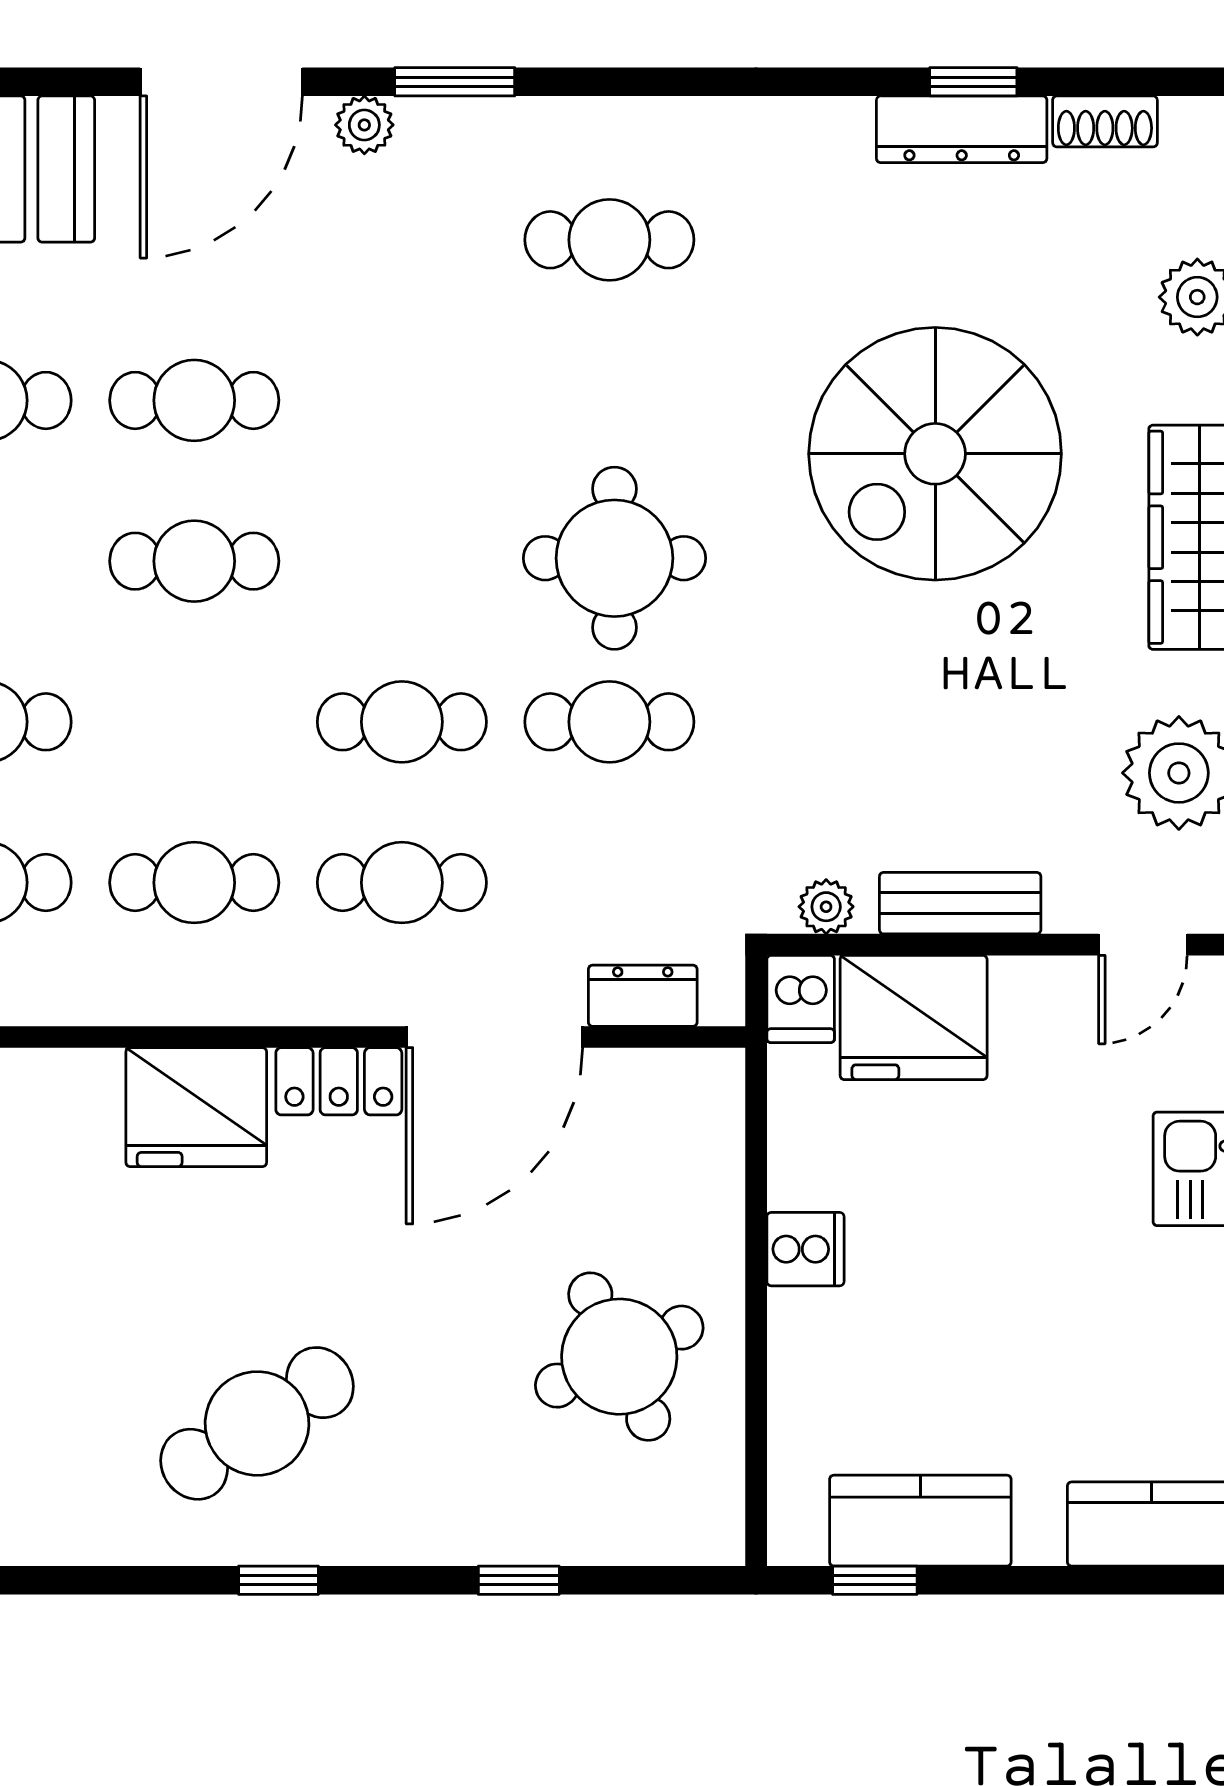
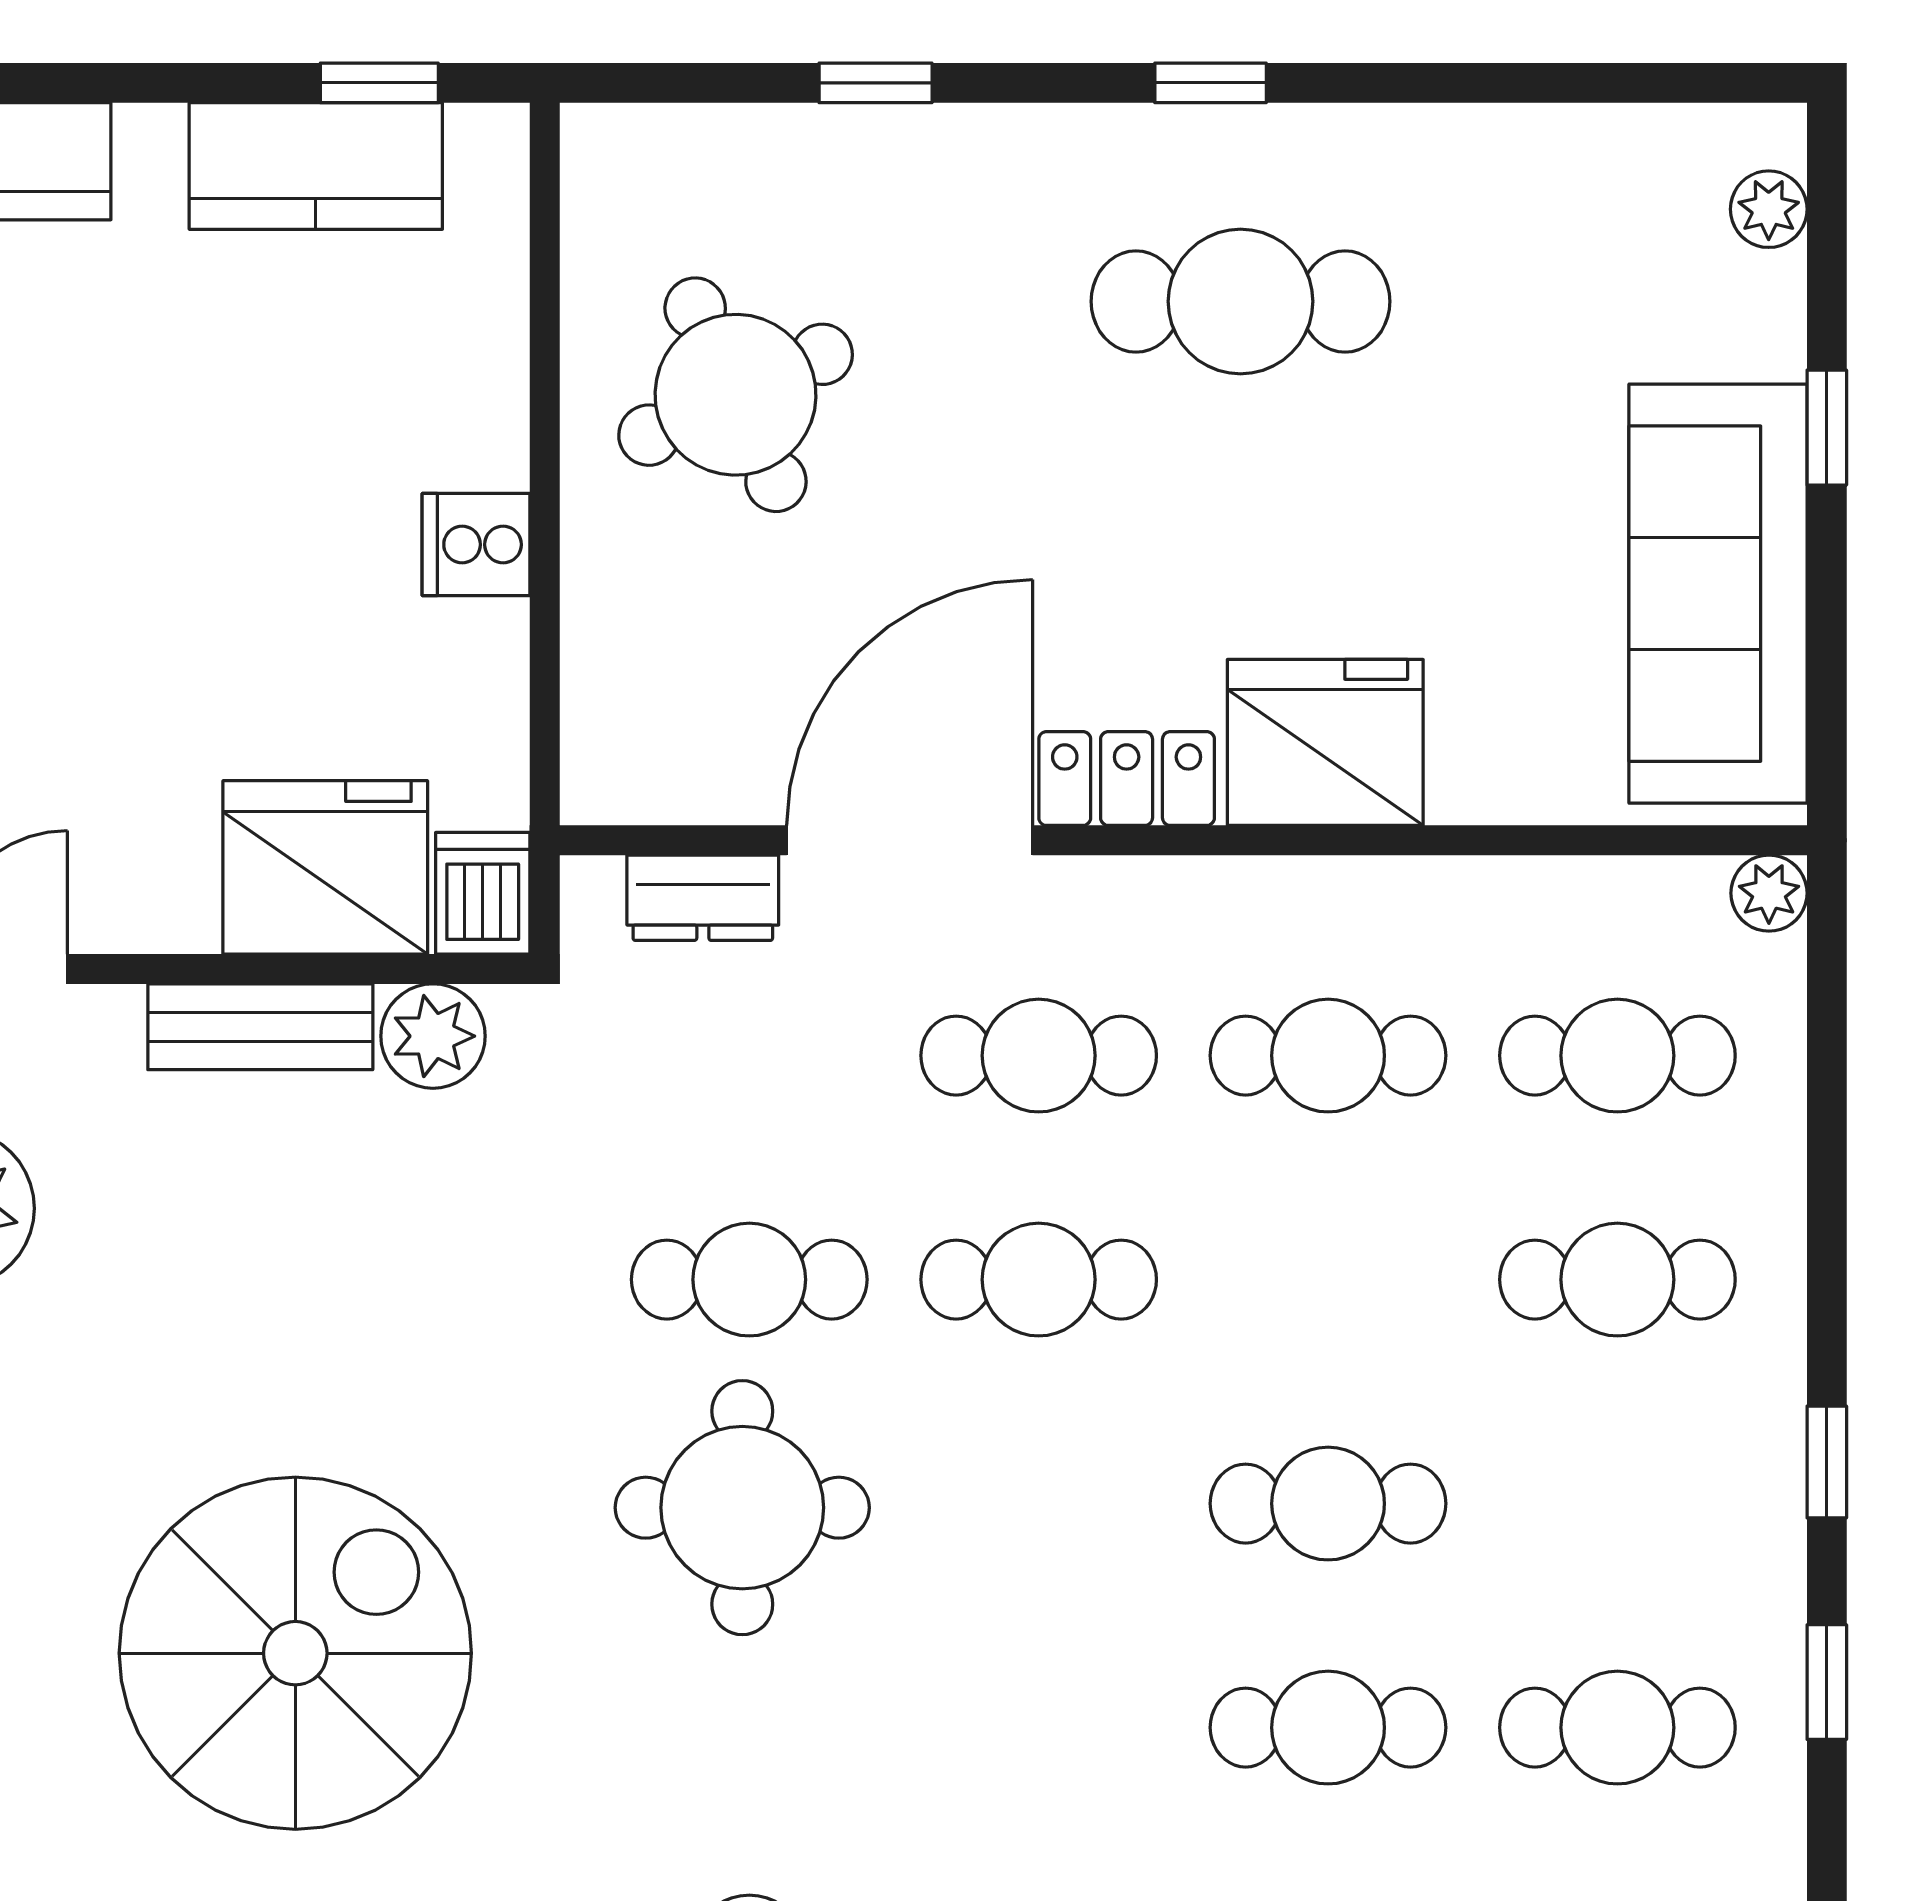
plant: (826, 907) -> (433, 1036), width x1.38, depth x1.38
cafe table: (257, 1423) -> (1240, 301), turned 33

